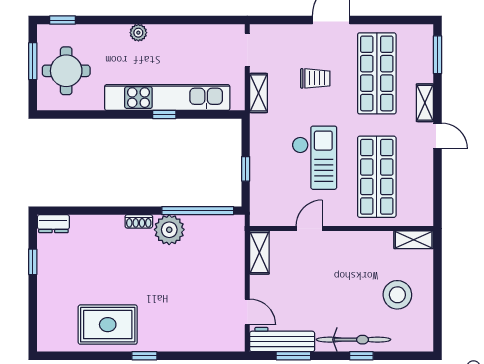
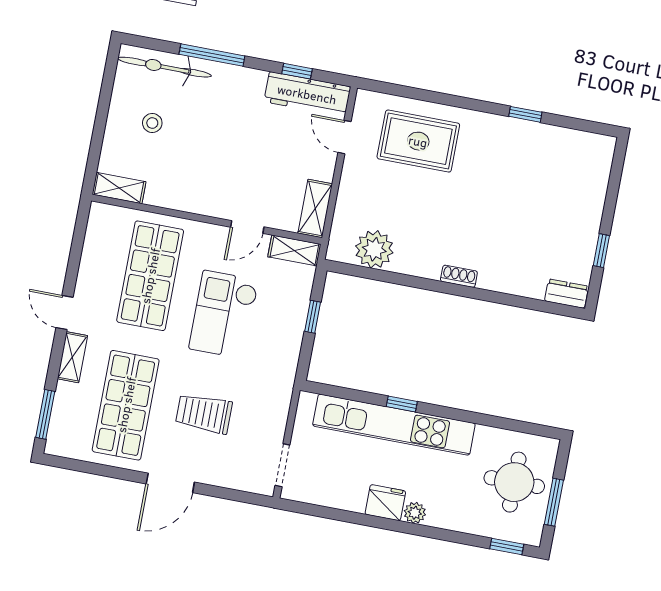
fridge: (163, 36) -> (385, 503), added
trolley: (315, 78) -> (204, 414), width x1.36, depth x1.39
shelving: (259, 93) -> (294, 251), moved, turned 90
window: (198, 211) -> (383, 276), removed
plant: (169, 230) -> (374, 249), moved
stool: (397, 295) -> (152, 123), width x0.53, depth x0.53
rug: (108, 325) -> (418, 141), moved
bicycle: (354, 340) -> (165, 67), moved
window: (144, 356) -> (525, 114), moved
window: (293, 356) -> (297, 71), width x0.67
window: (361, 356) -> (212, 55), width x2.17

